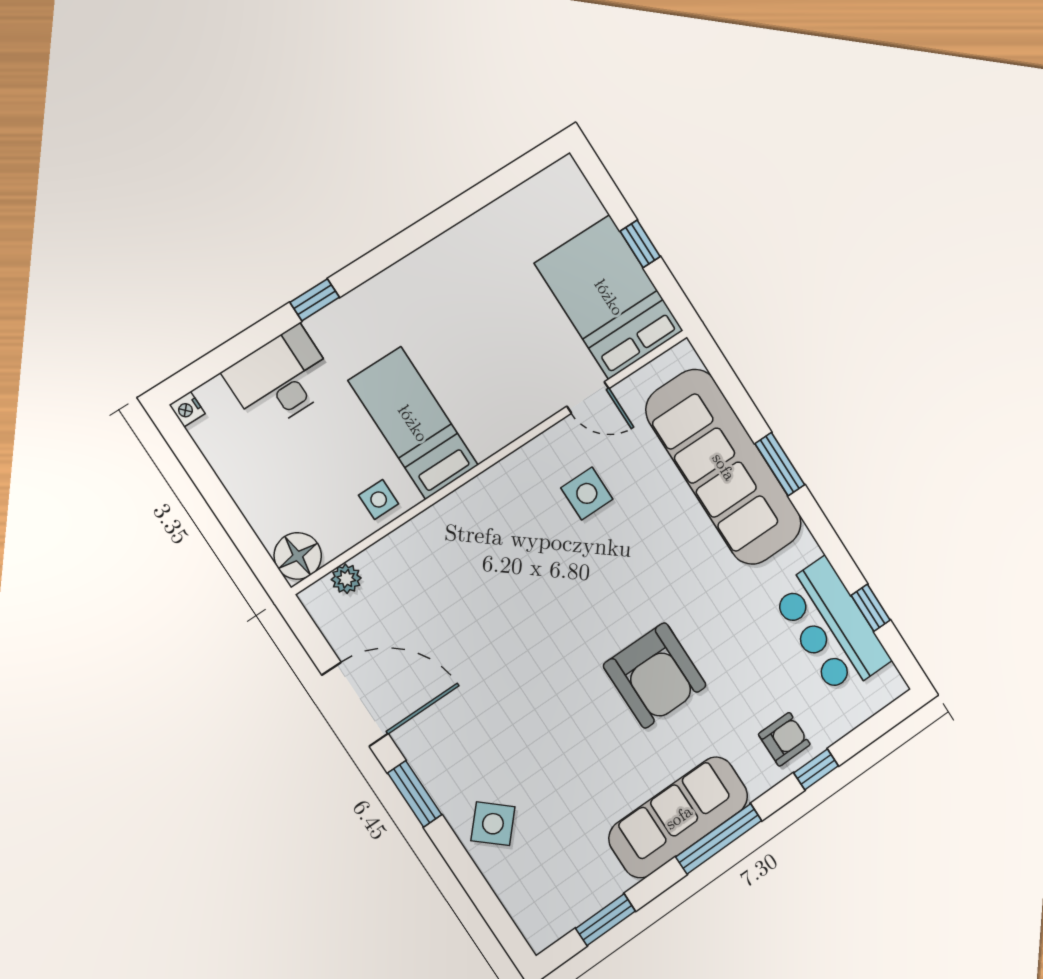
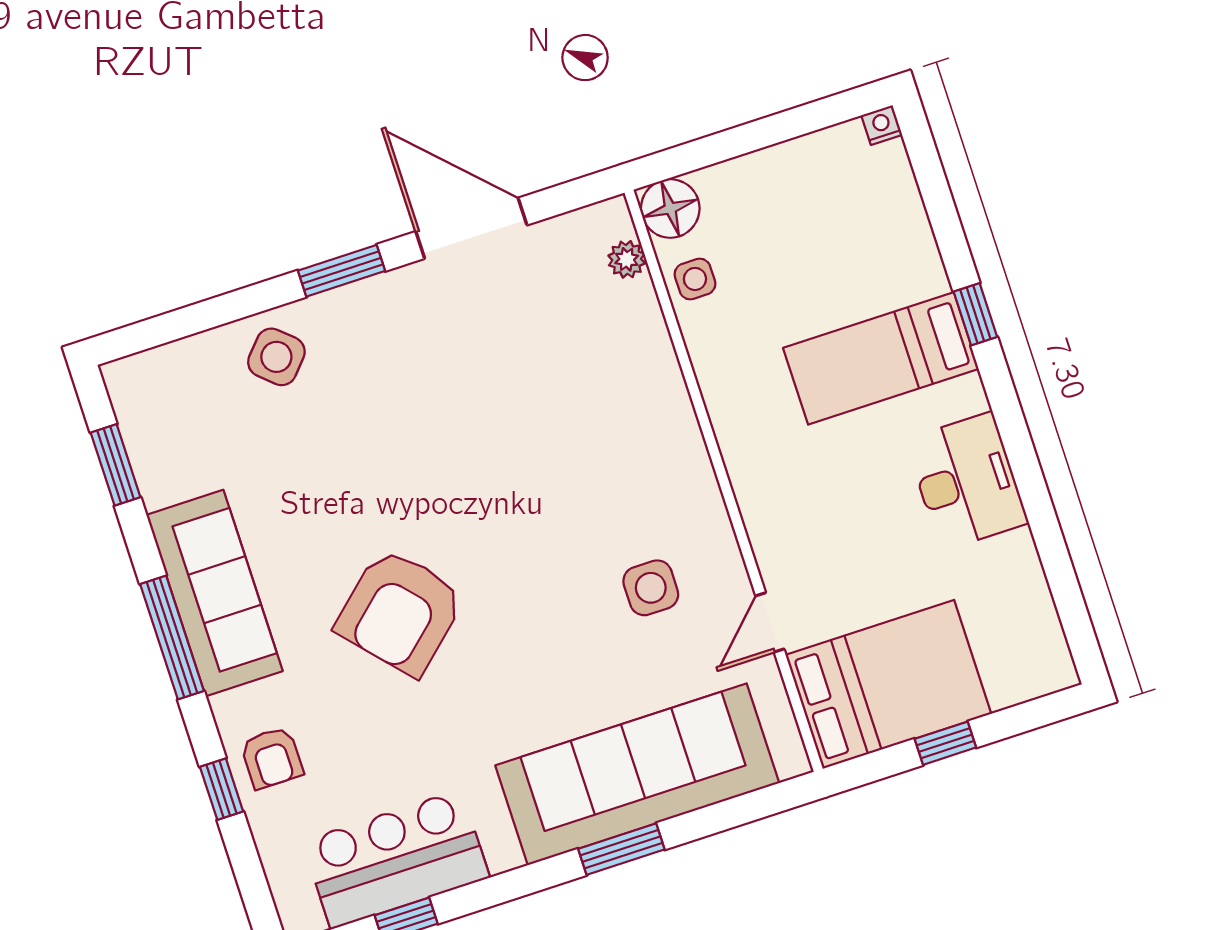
desk: (281, 379) -> (967, 481), moved
bed: (413, 423) -> (881, 358), moved, turned 180
side table: (379, 500) -> (695, 279), moved
armchair: (655, 675) -> (400, 612), turned -42
door: (355, 704) -> (471, 228), swing flipped

